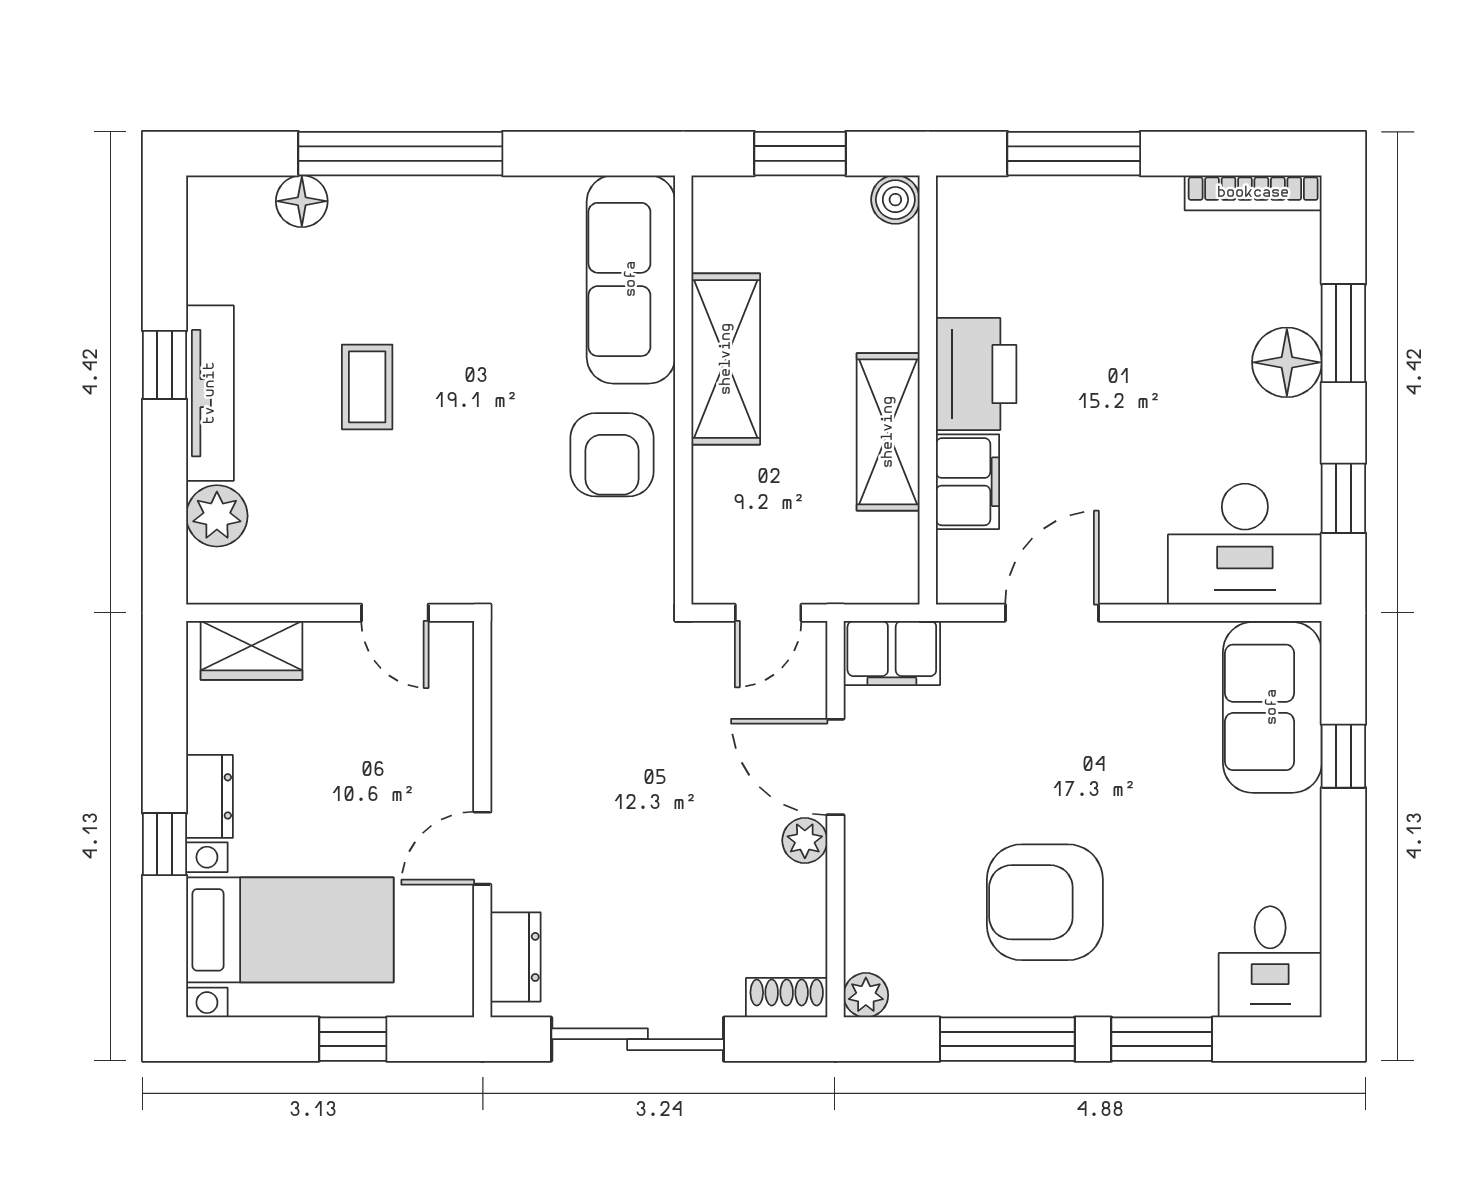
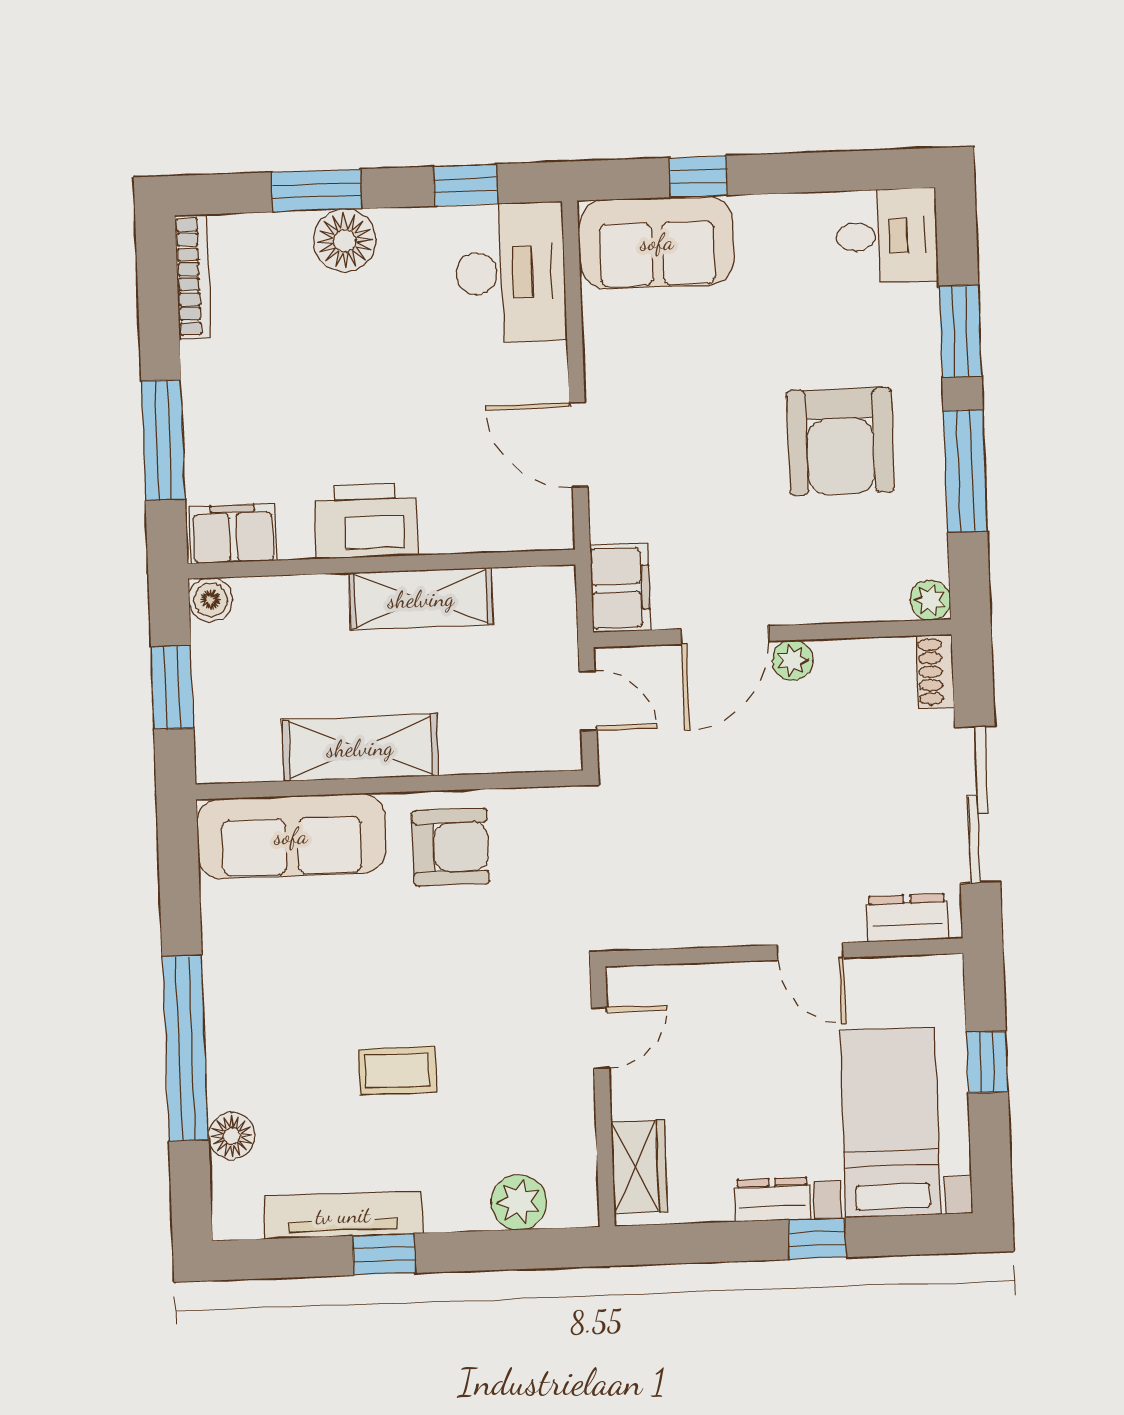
tv unit: (210, 393) -> (343, 1215), moved
filing cabinet: (968, 482) -> (233, 534), moved

